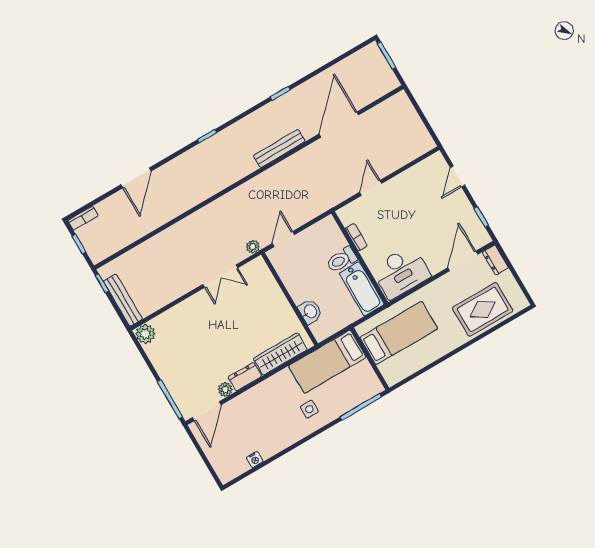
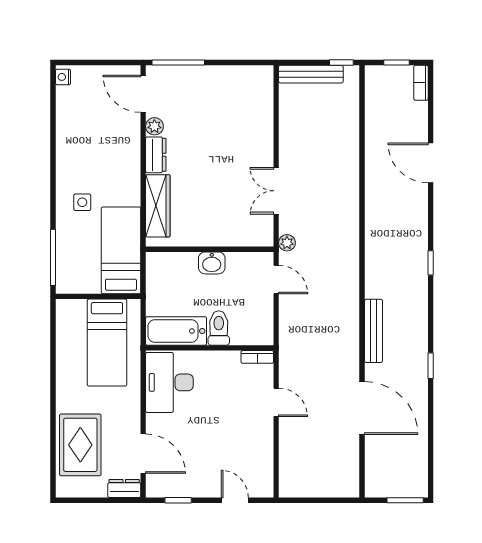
bookcase: (356, 237) -> (257, 357), moved
washbasin: (310, 312) -> (212, 263), moved
plant: (145, 334) -> (262, 77), removed
nightstand: (255, 460) -> (63, 77), moved

